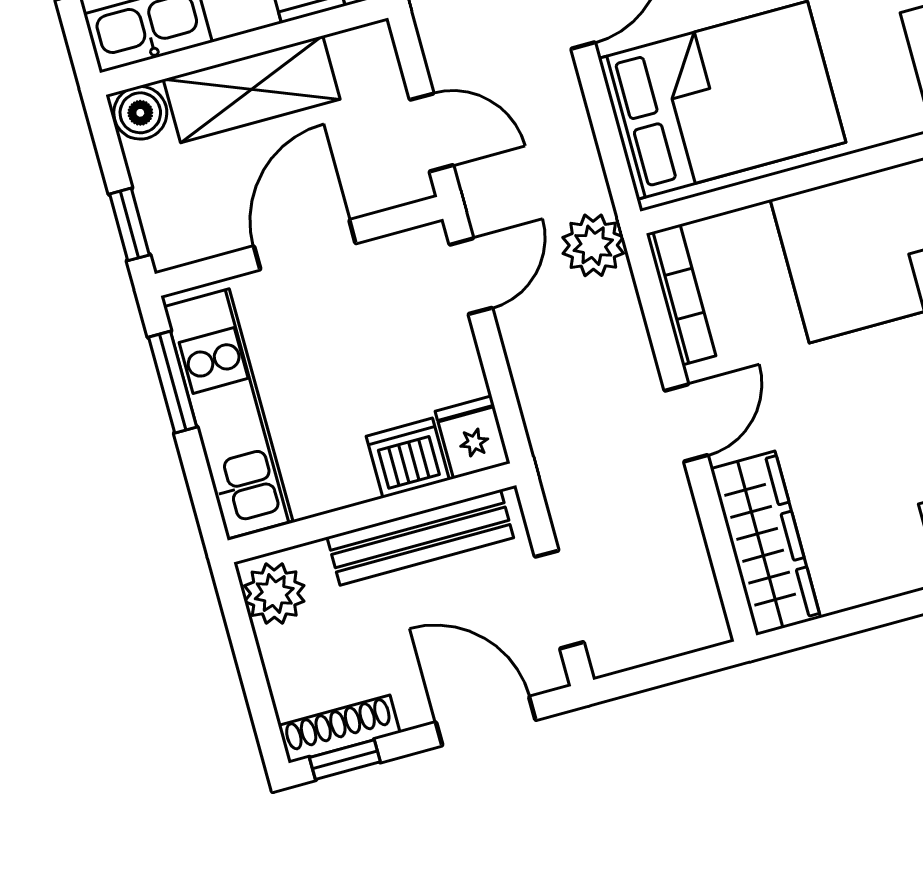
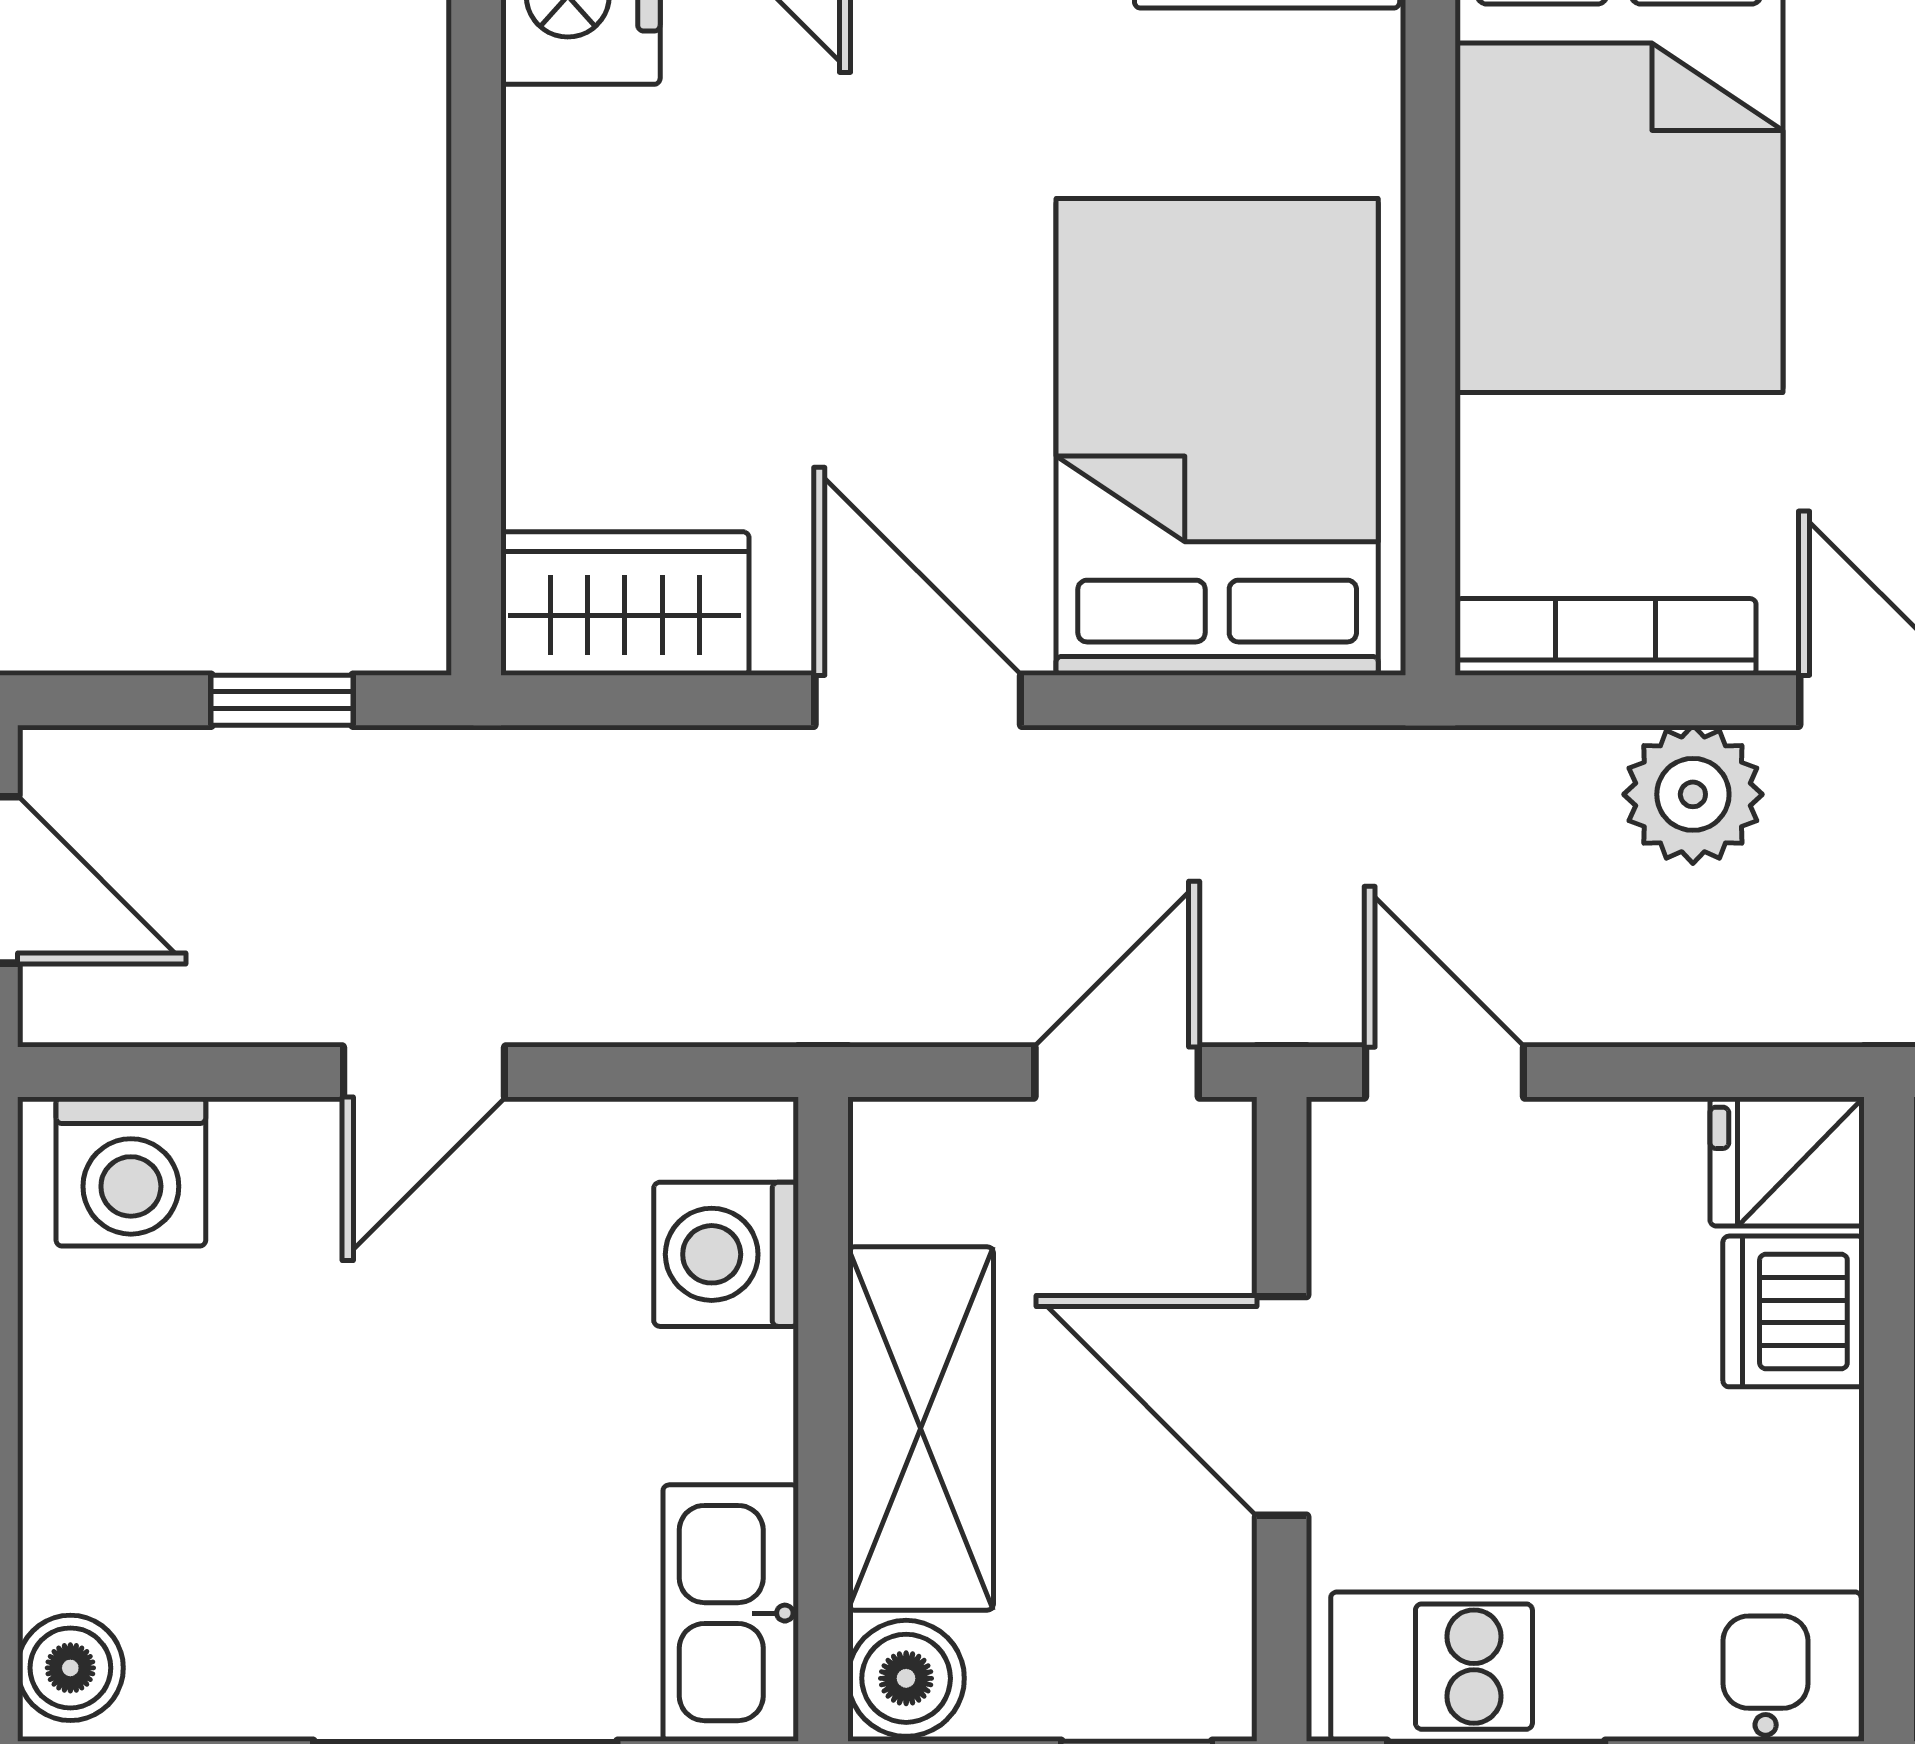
plant: (593, 245) -> (1693, 794), moved

